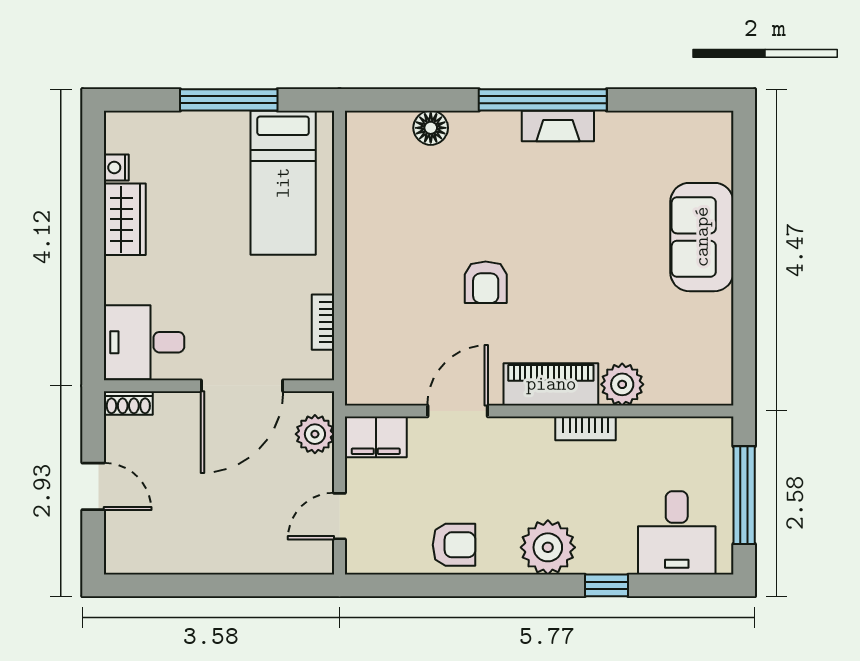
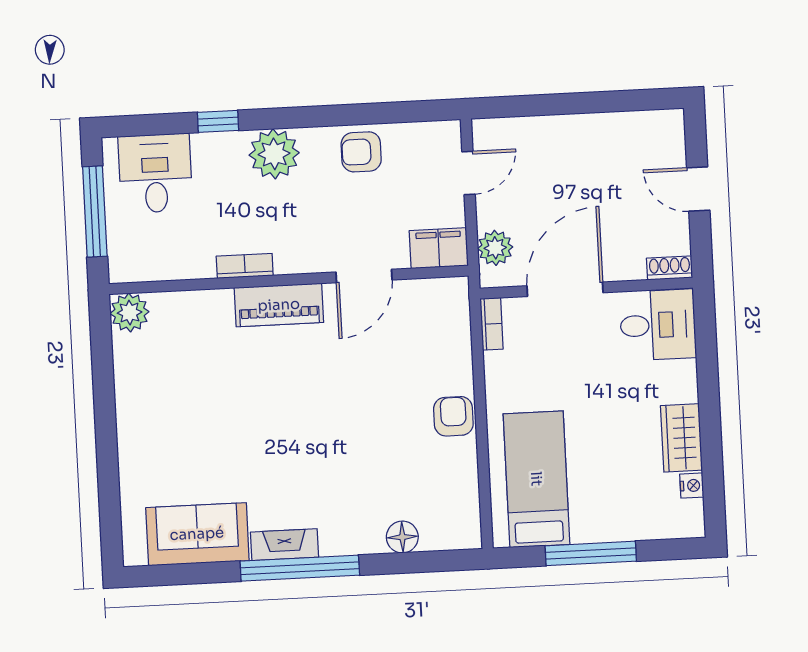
sofa: (702, 237) -> (197, 534), moved, turned -90
armchair: (486, 282) -> (453, 416), moved
bookcase: (323, 322) -> (492, 324), moved
plant: (622, 384) -> (130, 313), moved

